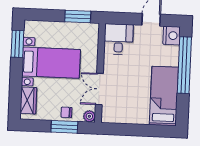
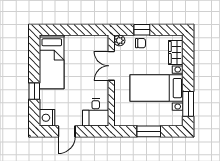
window: (78, 17) -> (149, 131), moved
window: (184, 65) -> (34, 91), width x0.32
double door: (99, 89) -> (111, 66), swing flipped
window: (64, 127) -> (142, 30), width x0.67

